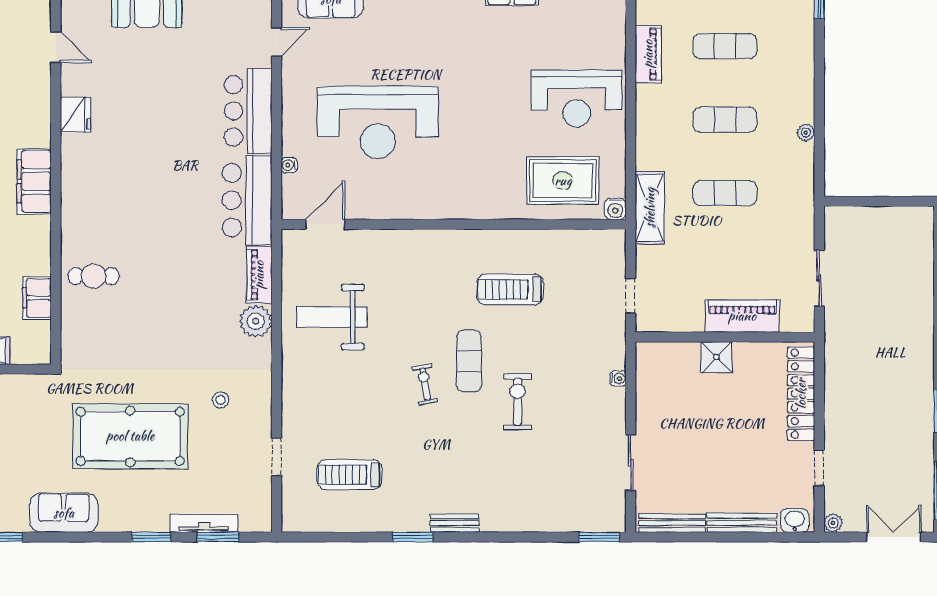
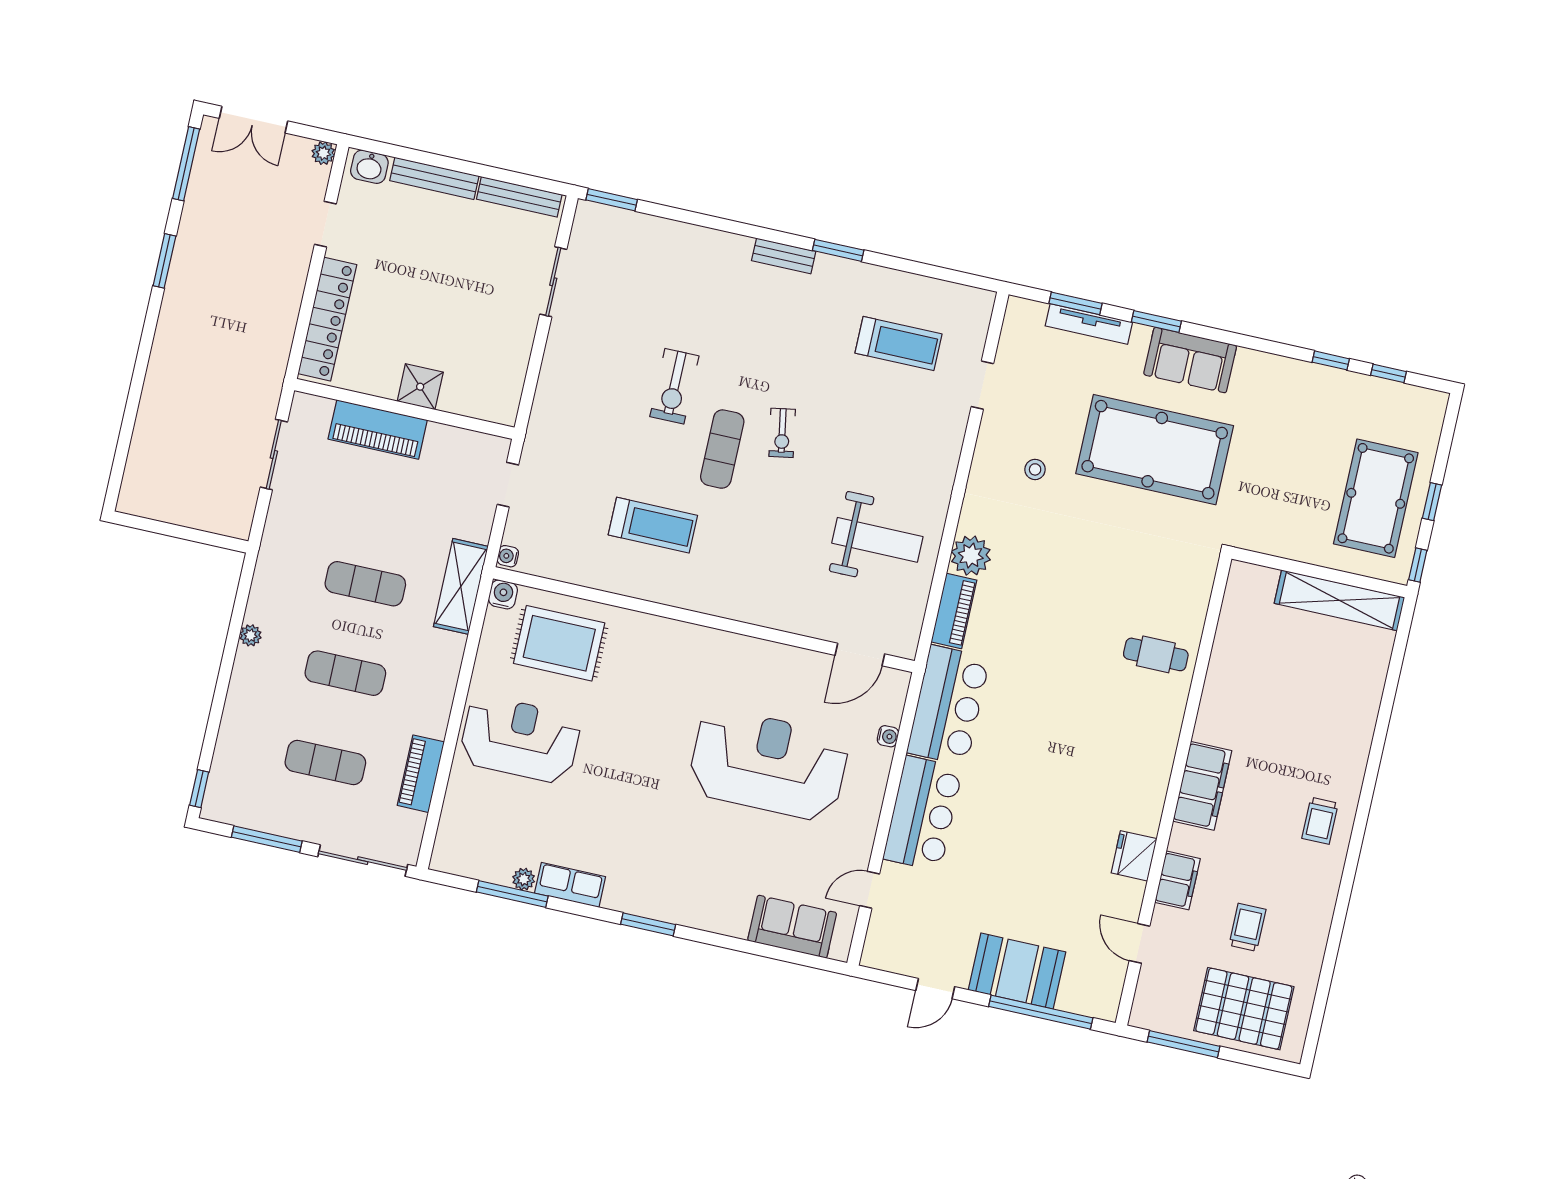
filing cabinet: (37, 298) -> (1177, 880), moved
water cooler: (618, 378) -> (508, 556), moved
sofa: (64, 513) -> (1190, 360), moved

